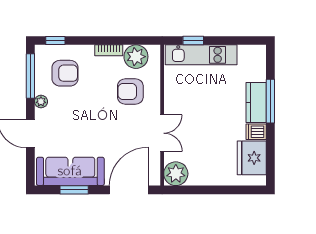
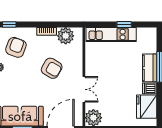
window: (193, 41) -> (124, 25), moved
armchair: (65, 73) -> (16, 47), turned -70
armchair: (130, 91) -> (52, 68), moved, turned -150

